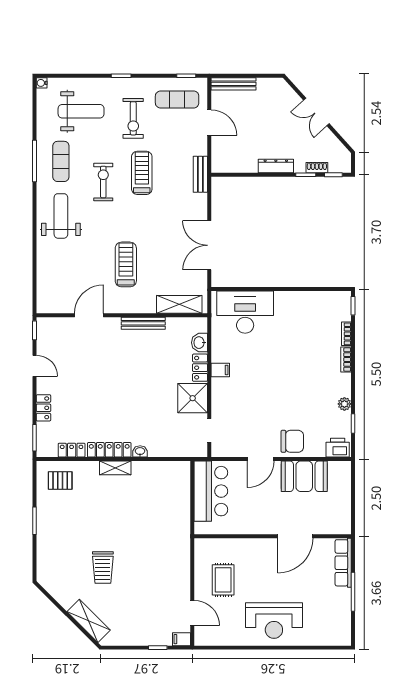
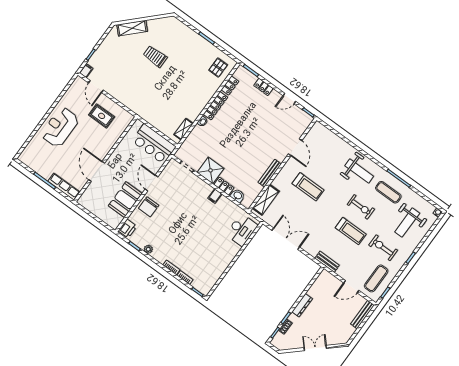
desk: (245, 312) -> (242, 230), width x0.73, depth x0.77
shelving: (115, 468) -> (184, 129), moved
door: (192, 613) -> (96, 86), hinge flipped

